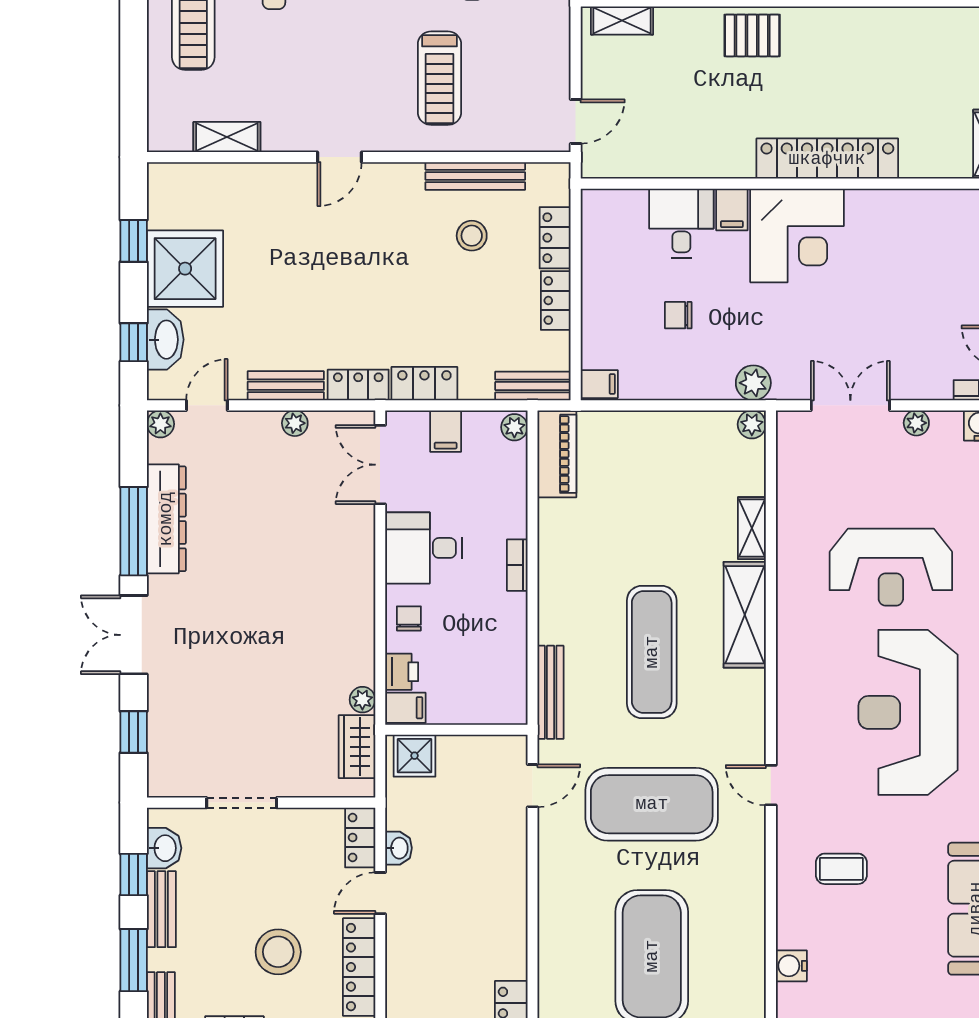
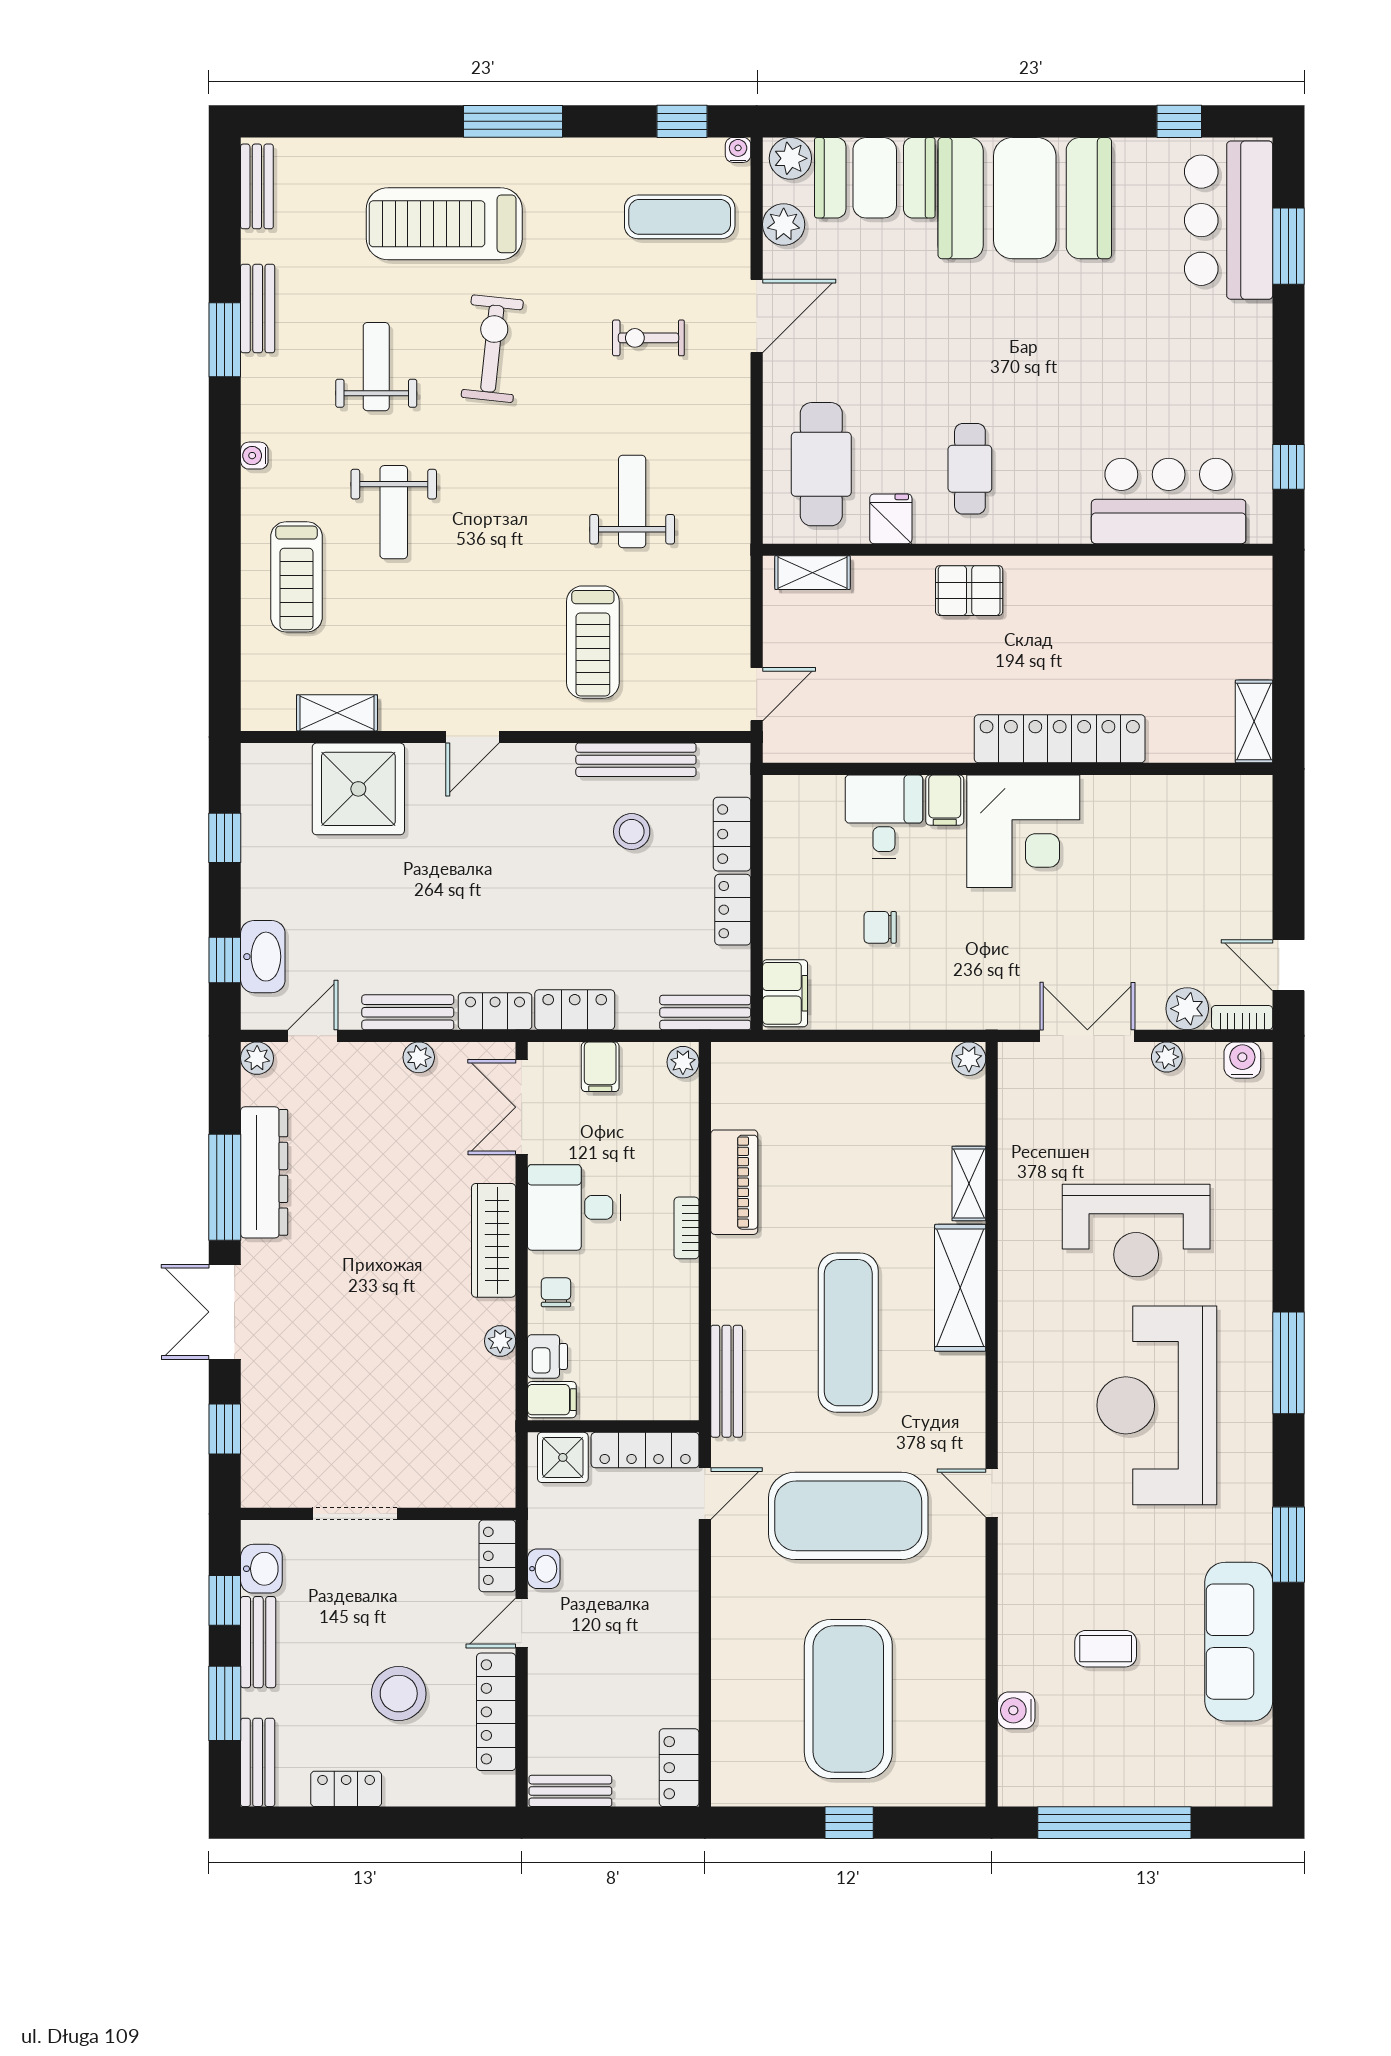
shower: (185, 269) -> (358, 789), moved
plant: (753, 383) -> (1187, 1009), moved
filing cabinet: (599, 384) -> (785, 993), width x2.00
piano: (557, 454) -> (734, 1182), moved
plant: (362, 700) -> (500, 1341), moved
wardrobe: (357, 747) -> (494, 1240), moved, width x1.50
locker: (483, 750) -> (645, 1450), added
coffee table: (841, 869) -> (1106, 1649), moved

